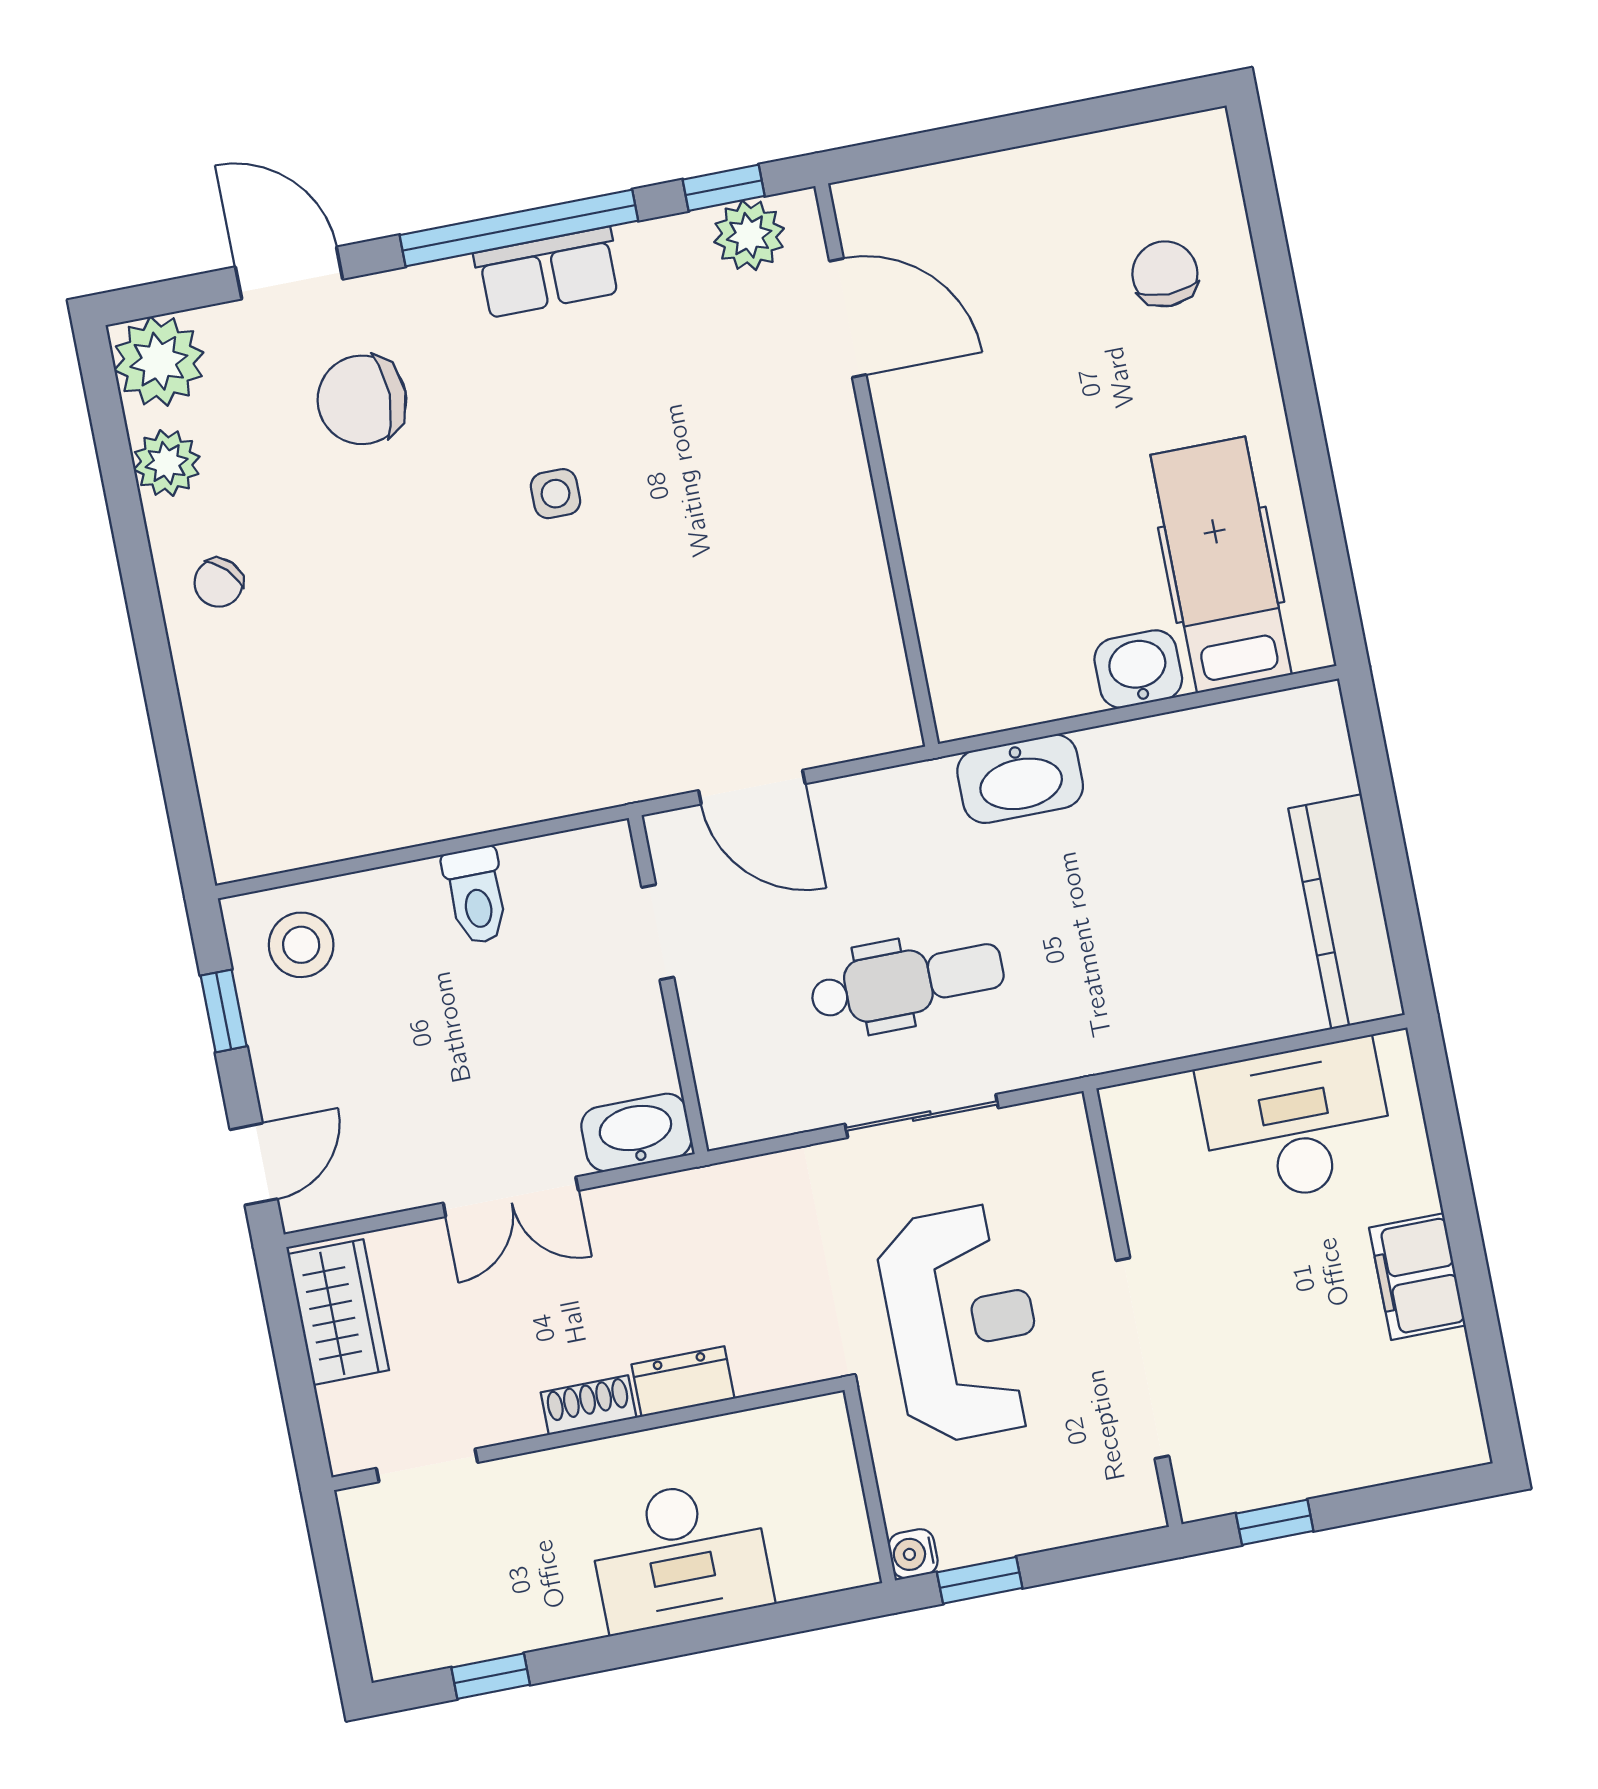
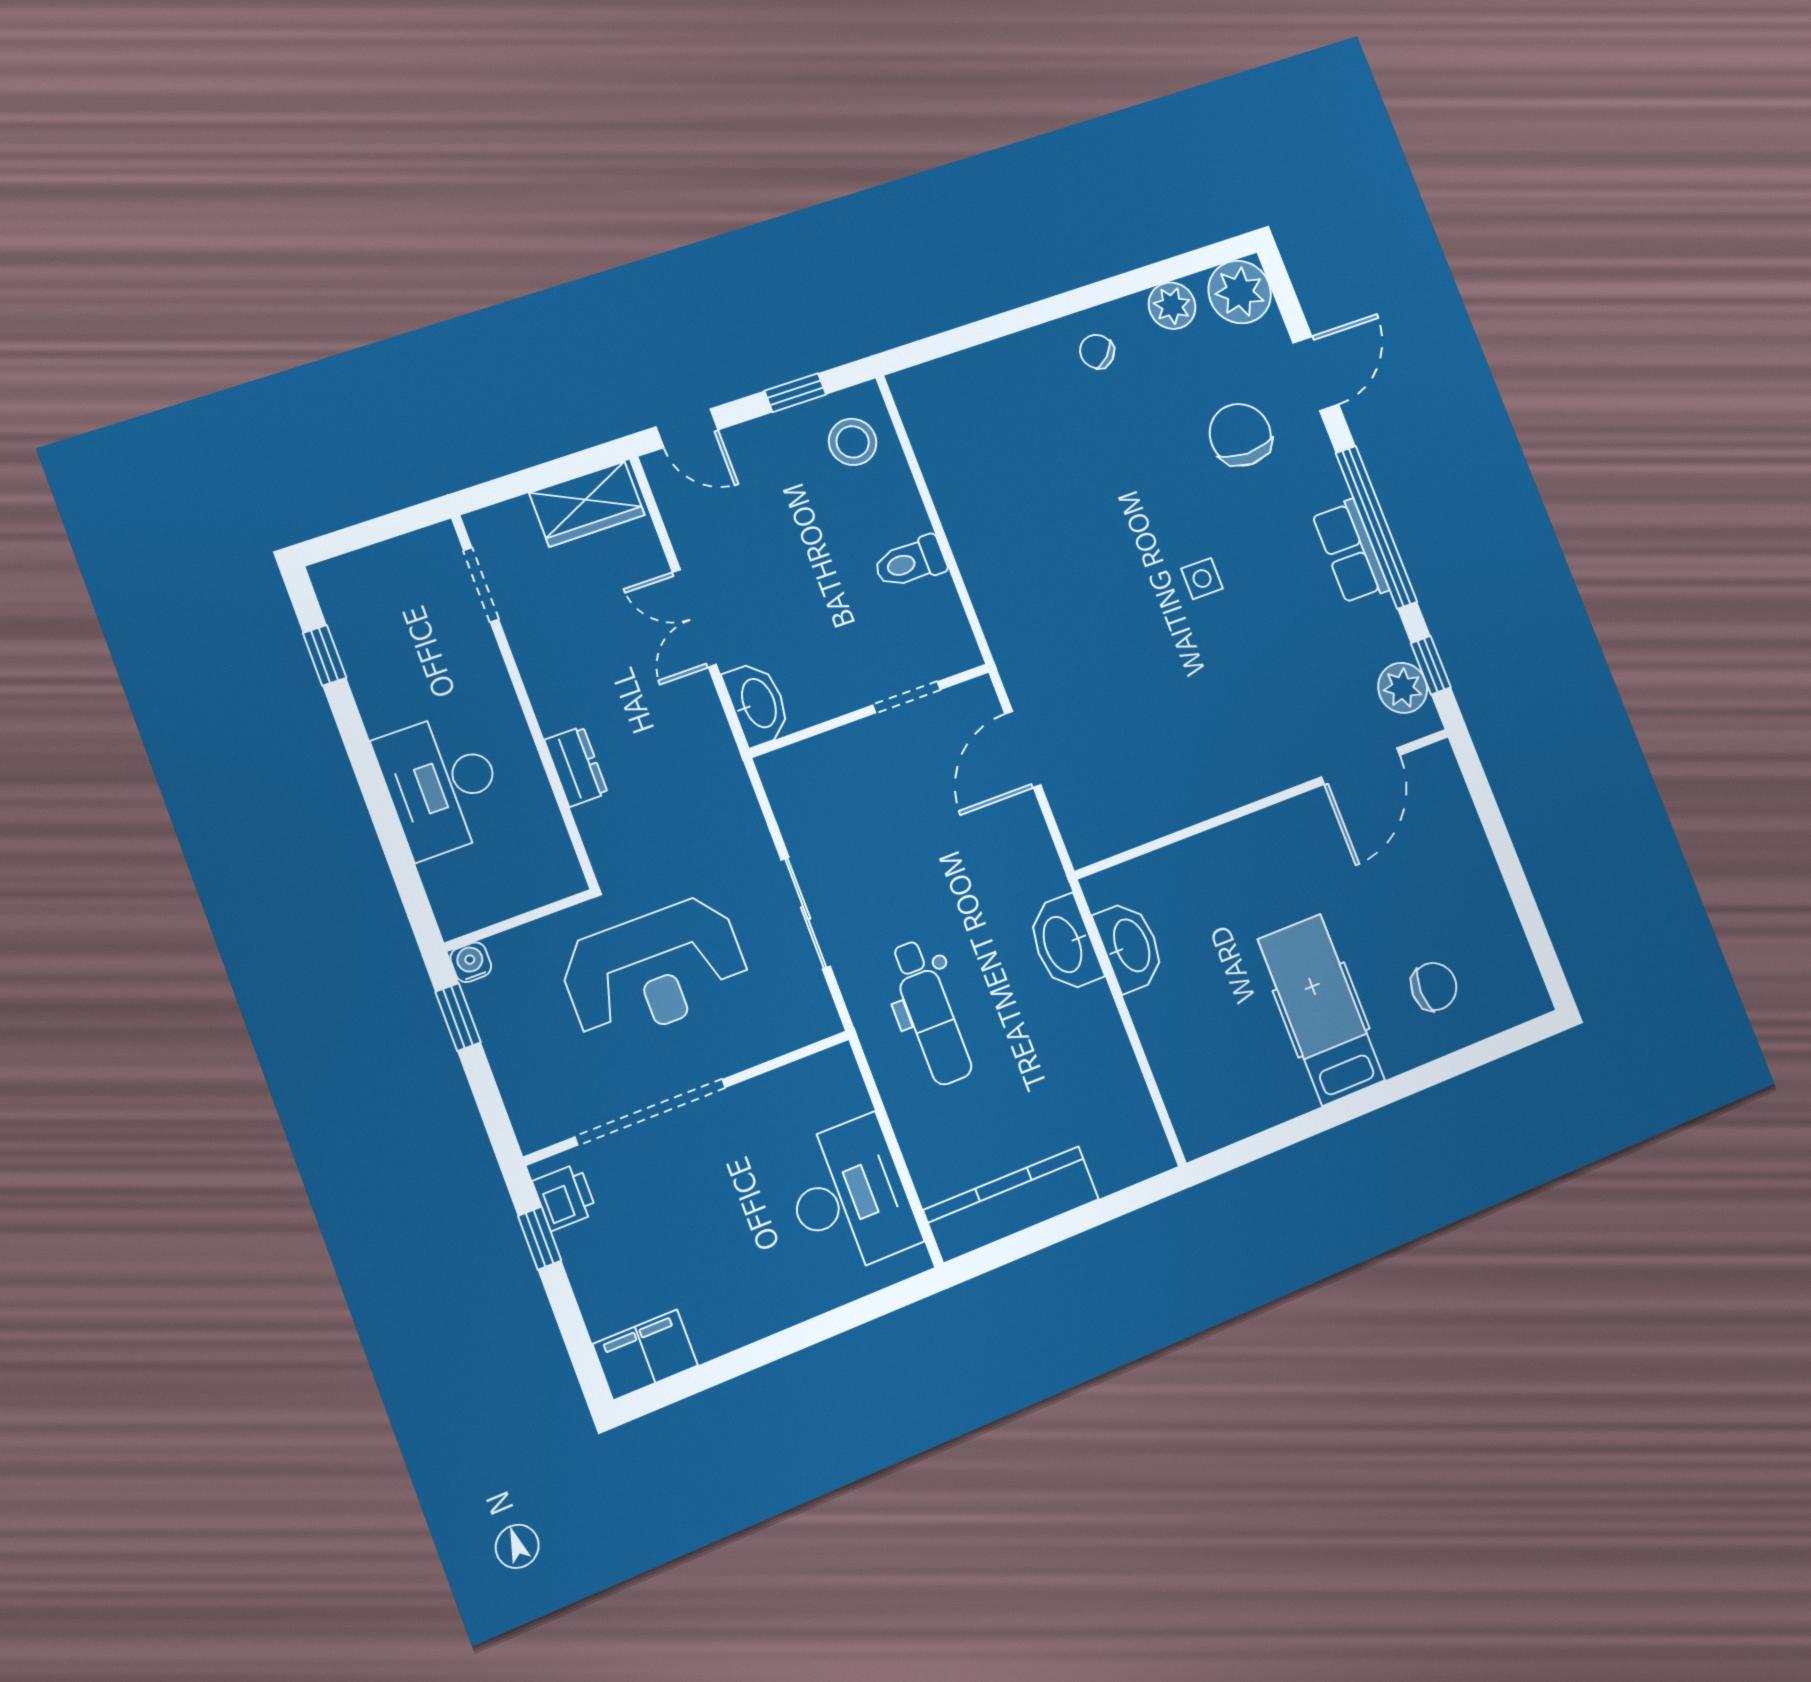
hospital bed: (1221, 565) -> (1321, 1010), moved, turned -90
washbasin: (1138, 669) -> (1130, 946), moved, width x1.38
dental chair: (907, 982) -> (930, 1012), moved
filing cabinet: (1417, 1277) -> (645, 1355), moved
shoe rack: (589, 1405) -> (547, 699), removed
printer: (1229, 1483) -> (565, 1197), added

